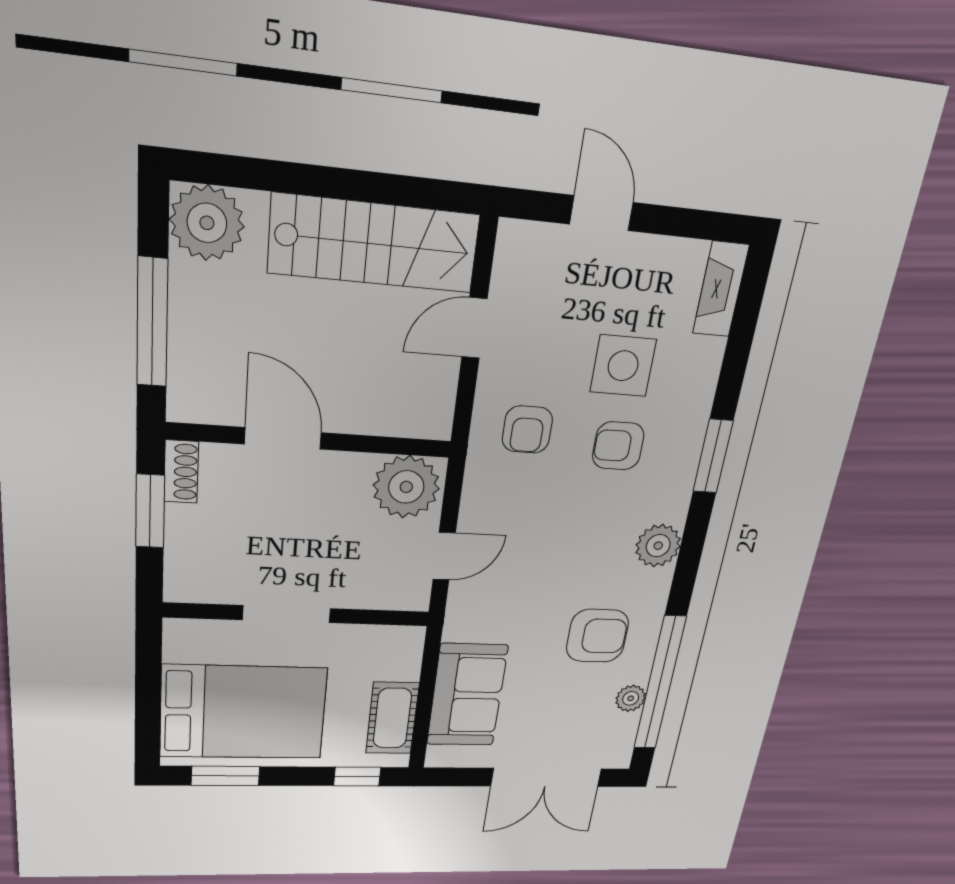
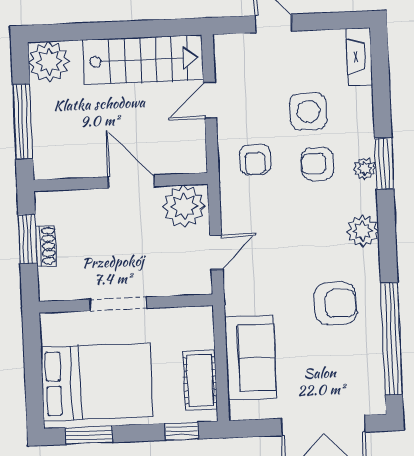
door: (283, 438) -> (131, 182), moved
shoe rack: (181, 472) -> (46, 246), moved
plant: (631, 698) -> (365, 168), moved

